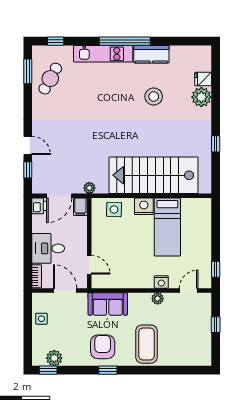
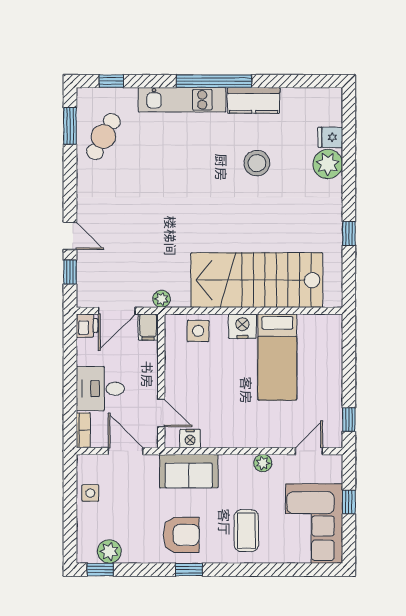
nightstand: (161, 282) -> (190, 439), moved
corner sofa: (192, 339) -> (314, 523), added
coffee table: (147, 344) -> (246, 531), width x0.73, depth x0.76
armchair: (103, 347) -> (181, 535), turned 90

